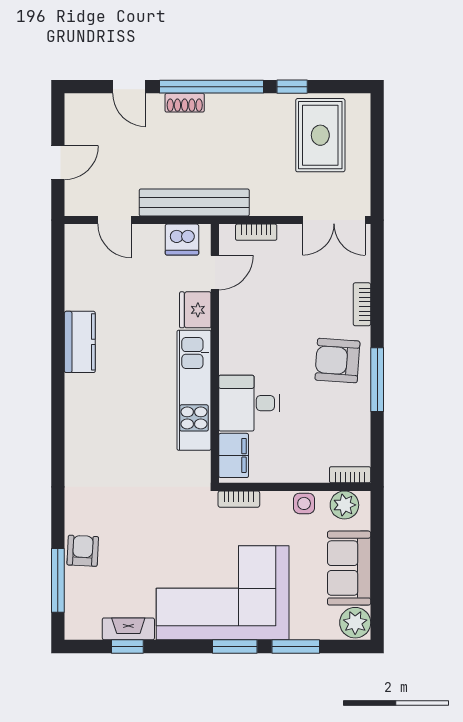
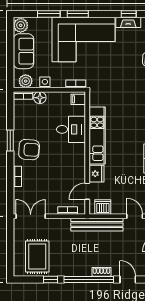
window: (377, 380) -> (10, 141), width x0.69
filing cabinet: (234, 455) -> (78, 99), width x0.50
floor lamp: (315, 470) -> (40, 98), added

